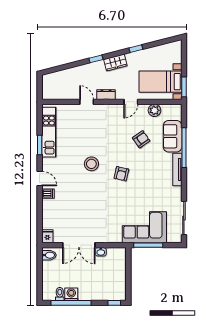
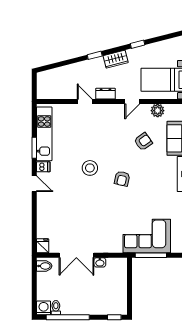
dishwasher: (48, 194) -> (43, 167), moved
washing machine: (71, 294) -> (44, 308), moved

